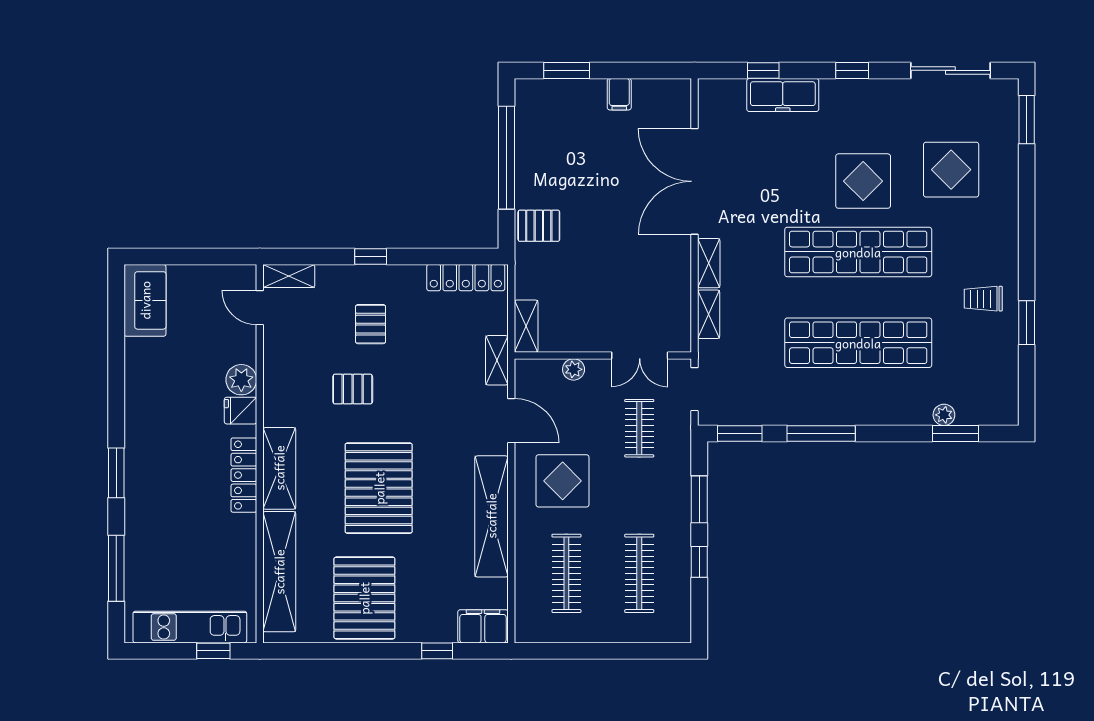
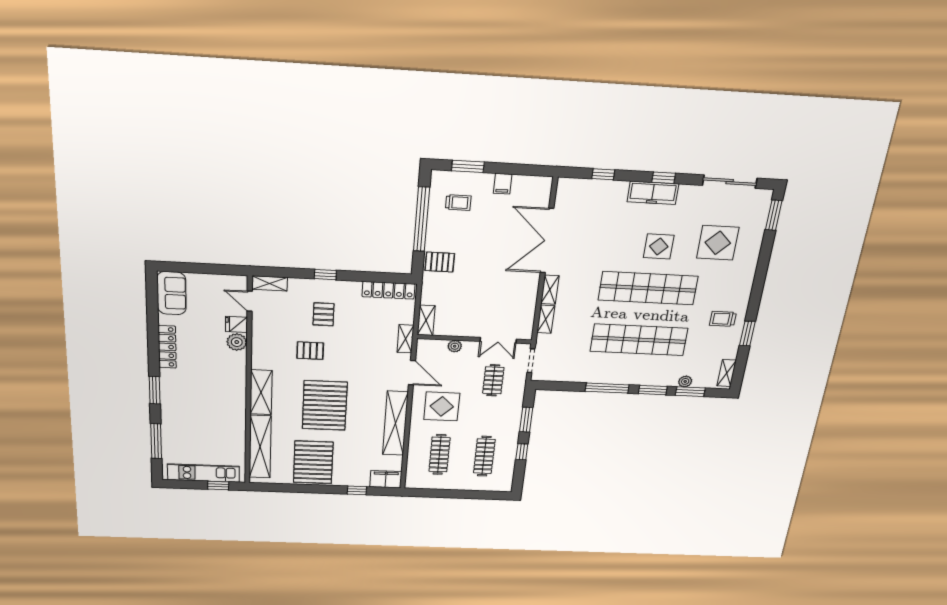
freezer: (783, 95) -> (653, 193), moved
trolley: (558, 128) -> (458, 203), added
display table: (863, 181) -> (659, 246), width x0.73, depth x0.73
shelving: (1008, 396) -> (727, 373), added
fridge: (241, 411) -> (236, 324), moved
window: (740, 433) -> (653, 390), moved
locker: (244, 475) -> (167, 347), moved, turned 180

